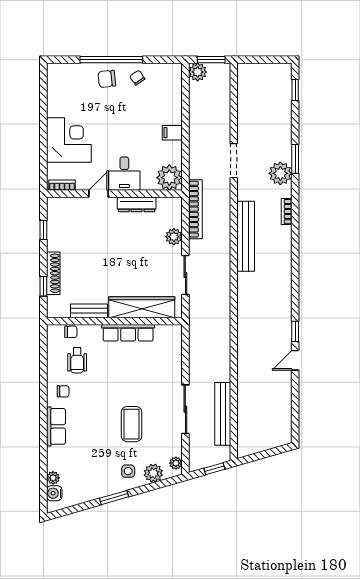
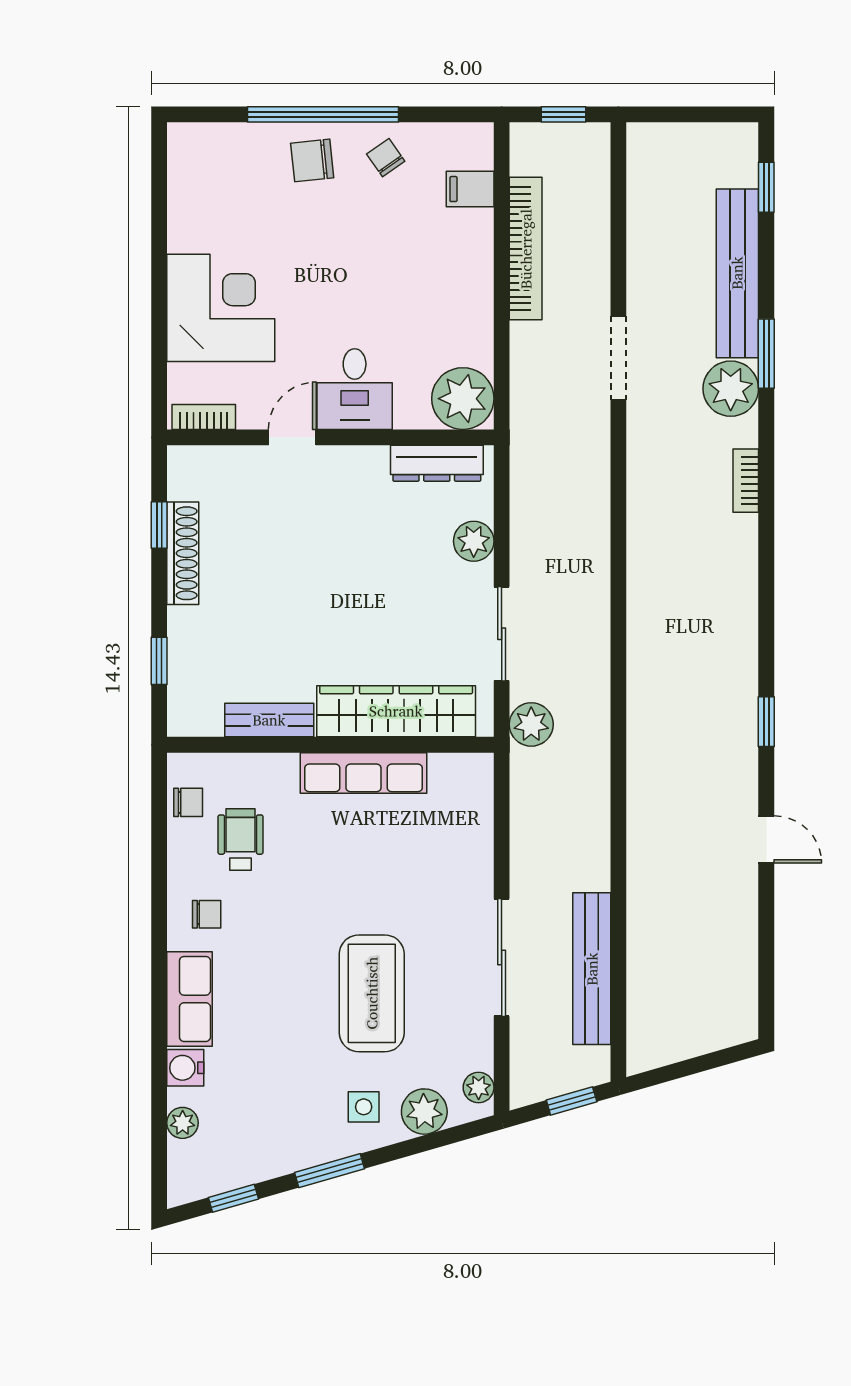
window: (211, 60) -> (564, 114), width x0.67
plant: (198, 72) -> (531, 724), moved
filing cabinet: (172, 133) -> (470, 189), moved
dresser: (137, 204) -> (437, 463), moved
bookcase: (195, 209) -> (526, 249), moved
bench: (246, 236) -> (737, 273), moved
shoe rack: (53, 273) -> (183, 553), moved
window: (295, 331) -> (766, 722), moved
chair: (71, 332) -> (188, 802), moved
wheelchair: (77, 360) -> (241, 839), turned 180
door: (295, 360) -> (766, 839), swing flipped
coffee table: (132, 424) -> (372, 993), width x1.36, depth x1.32
water cooler: (54, 493) -> (185, 1068), moved
window: (74, 509) -> (233, 1198), added

